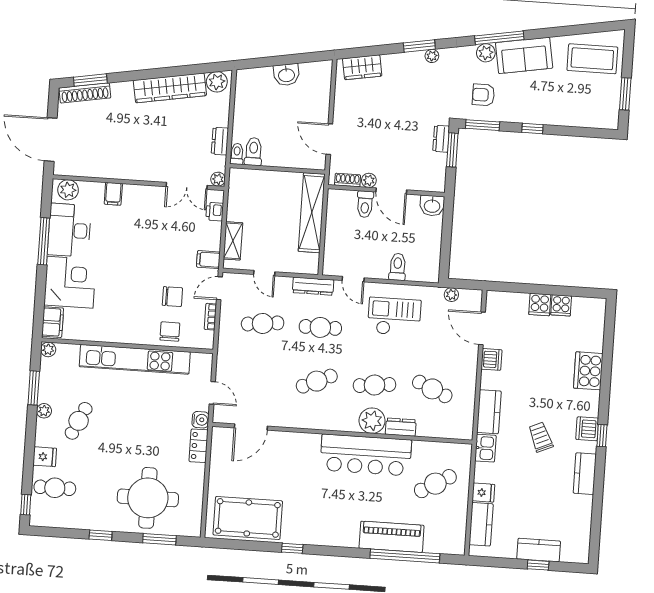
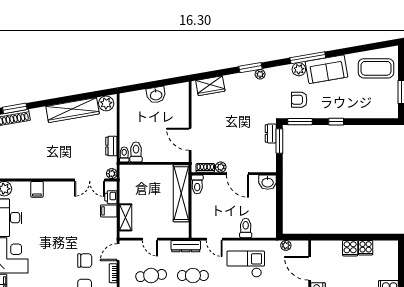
toilet: (365, 204) -> (197, 184), moved
filing cabinet: (208, 260) -> (109, 211), moved

